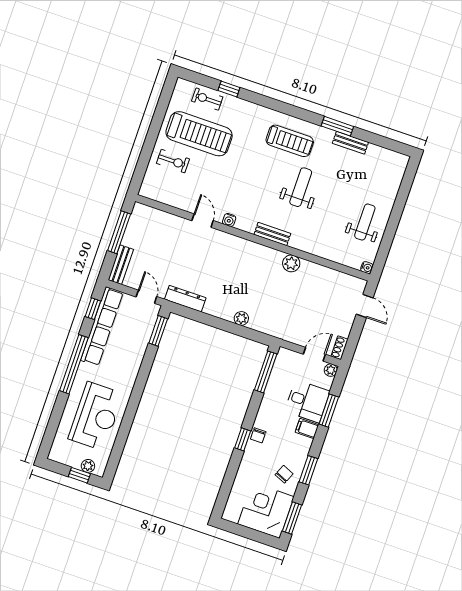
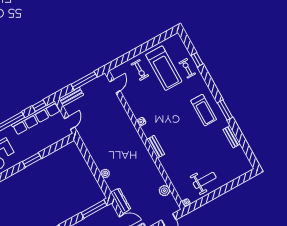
exercise bike: (207, 99) -> (187, 68), moved
window: (337, 126) -> (225, 110), moved
weight bench: (301, 187) -> (189, 137), removed
door: (203, 221) -> (115, 86), moved
plant: (291, 263) -> (164, 191), moved
dresser: (185, 299) -> (121, 201), moved
window: (158, 331) -> (32, 160), moved

